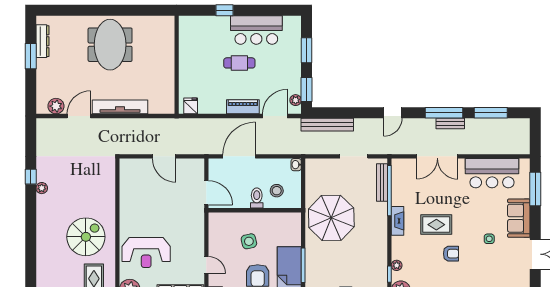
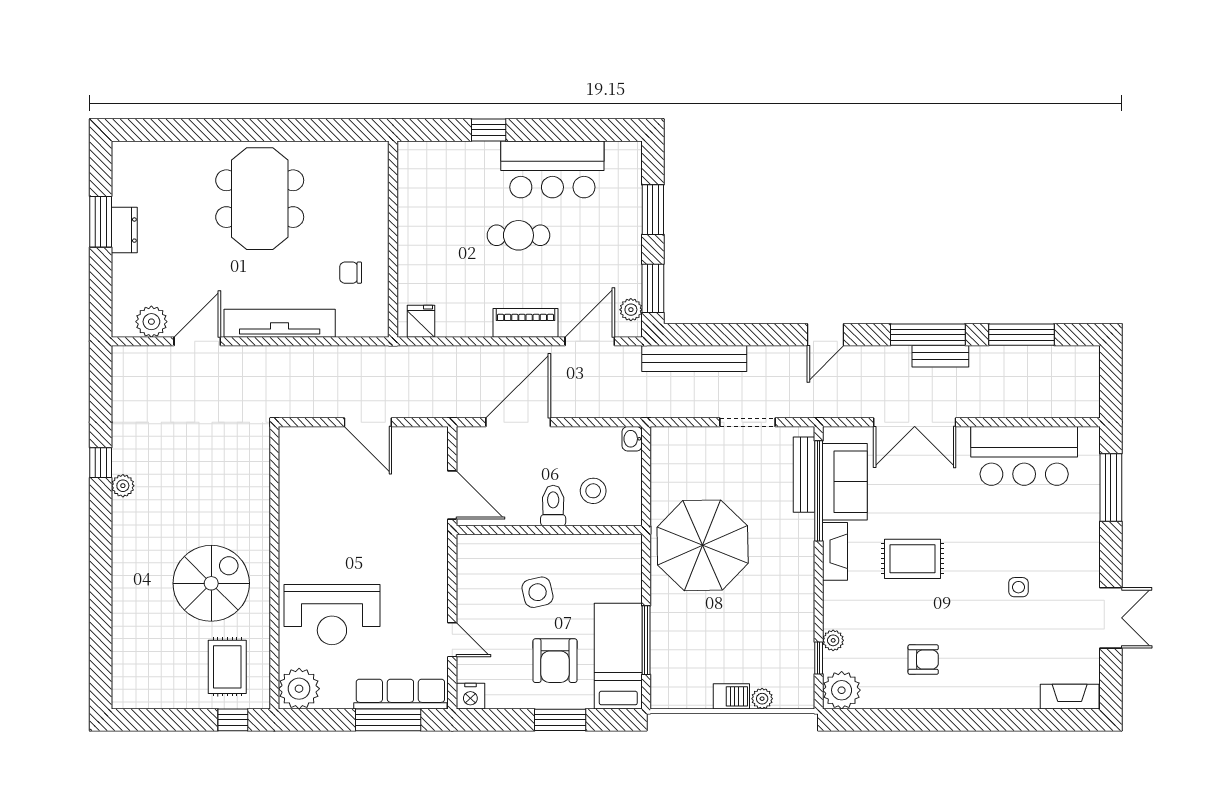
dresser: (42, 41) -> (124, 230), moved, width x0.70
chair: (156, 82) -> (351, 273), added
sofa: (519, 218) -> (845, 482), moved, turned 180
armchair: (451, 254) -> (923, 660), moved

